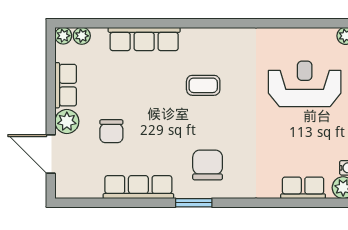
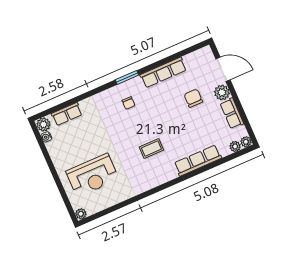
chair: (208, 165) -> (128, 103), width x0.54, depth x0.54

